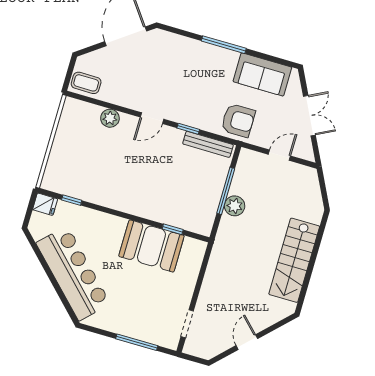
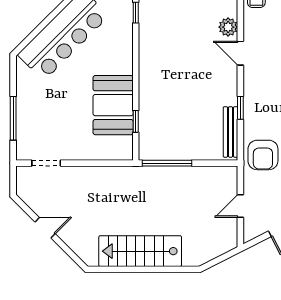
door: (152, 118) -> (240, 53), moved
door: (279, 155) -> (240, 206), swing flipped
window: (226, 191) -> (167, 163), moved
plant: (235, 206) -> (177, 176), removed

